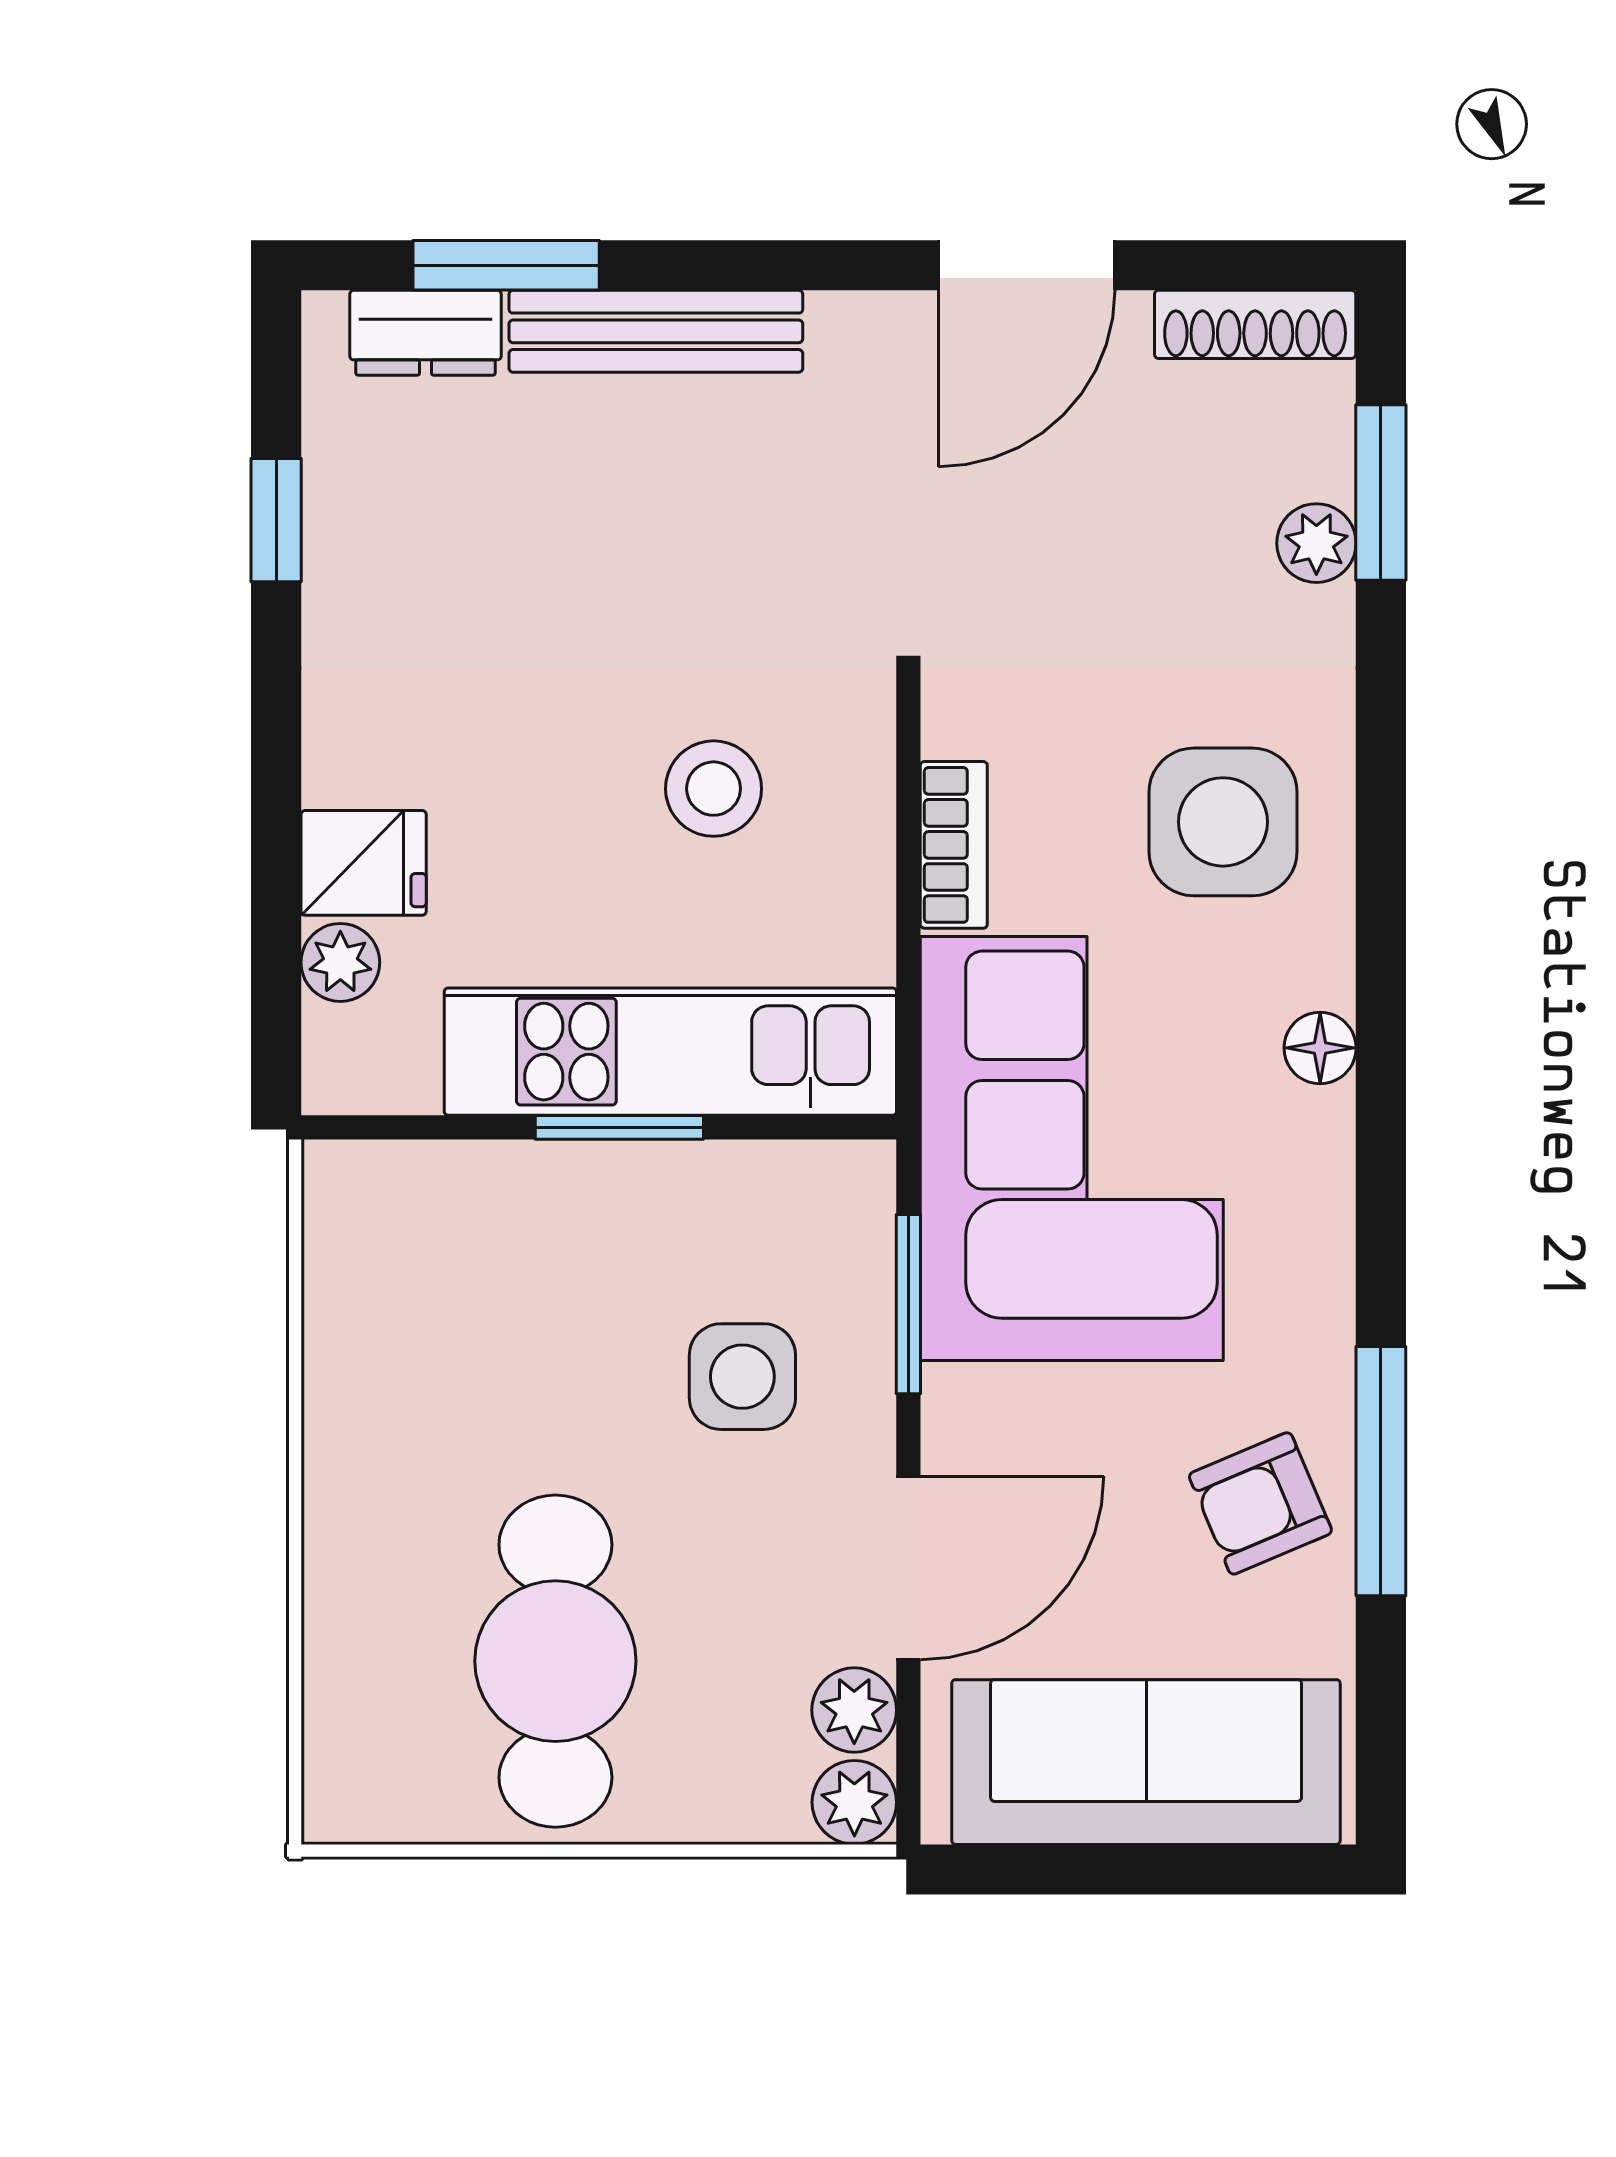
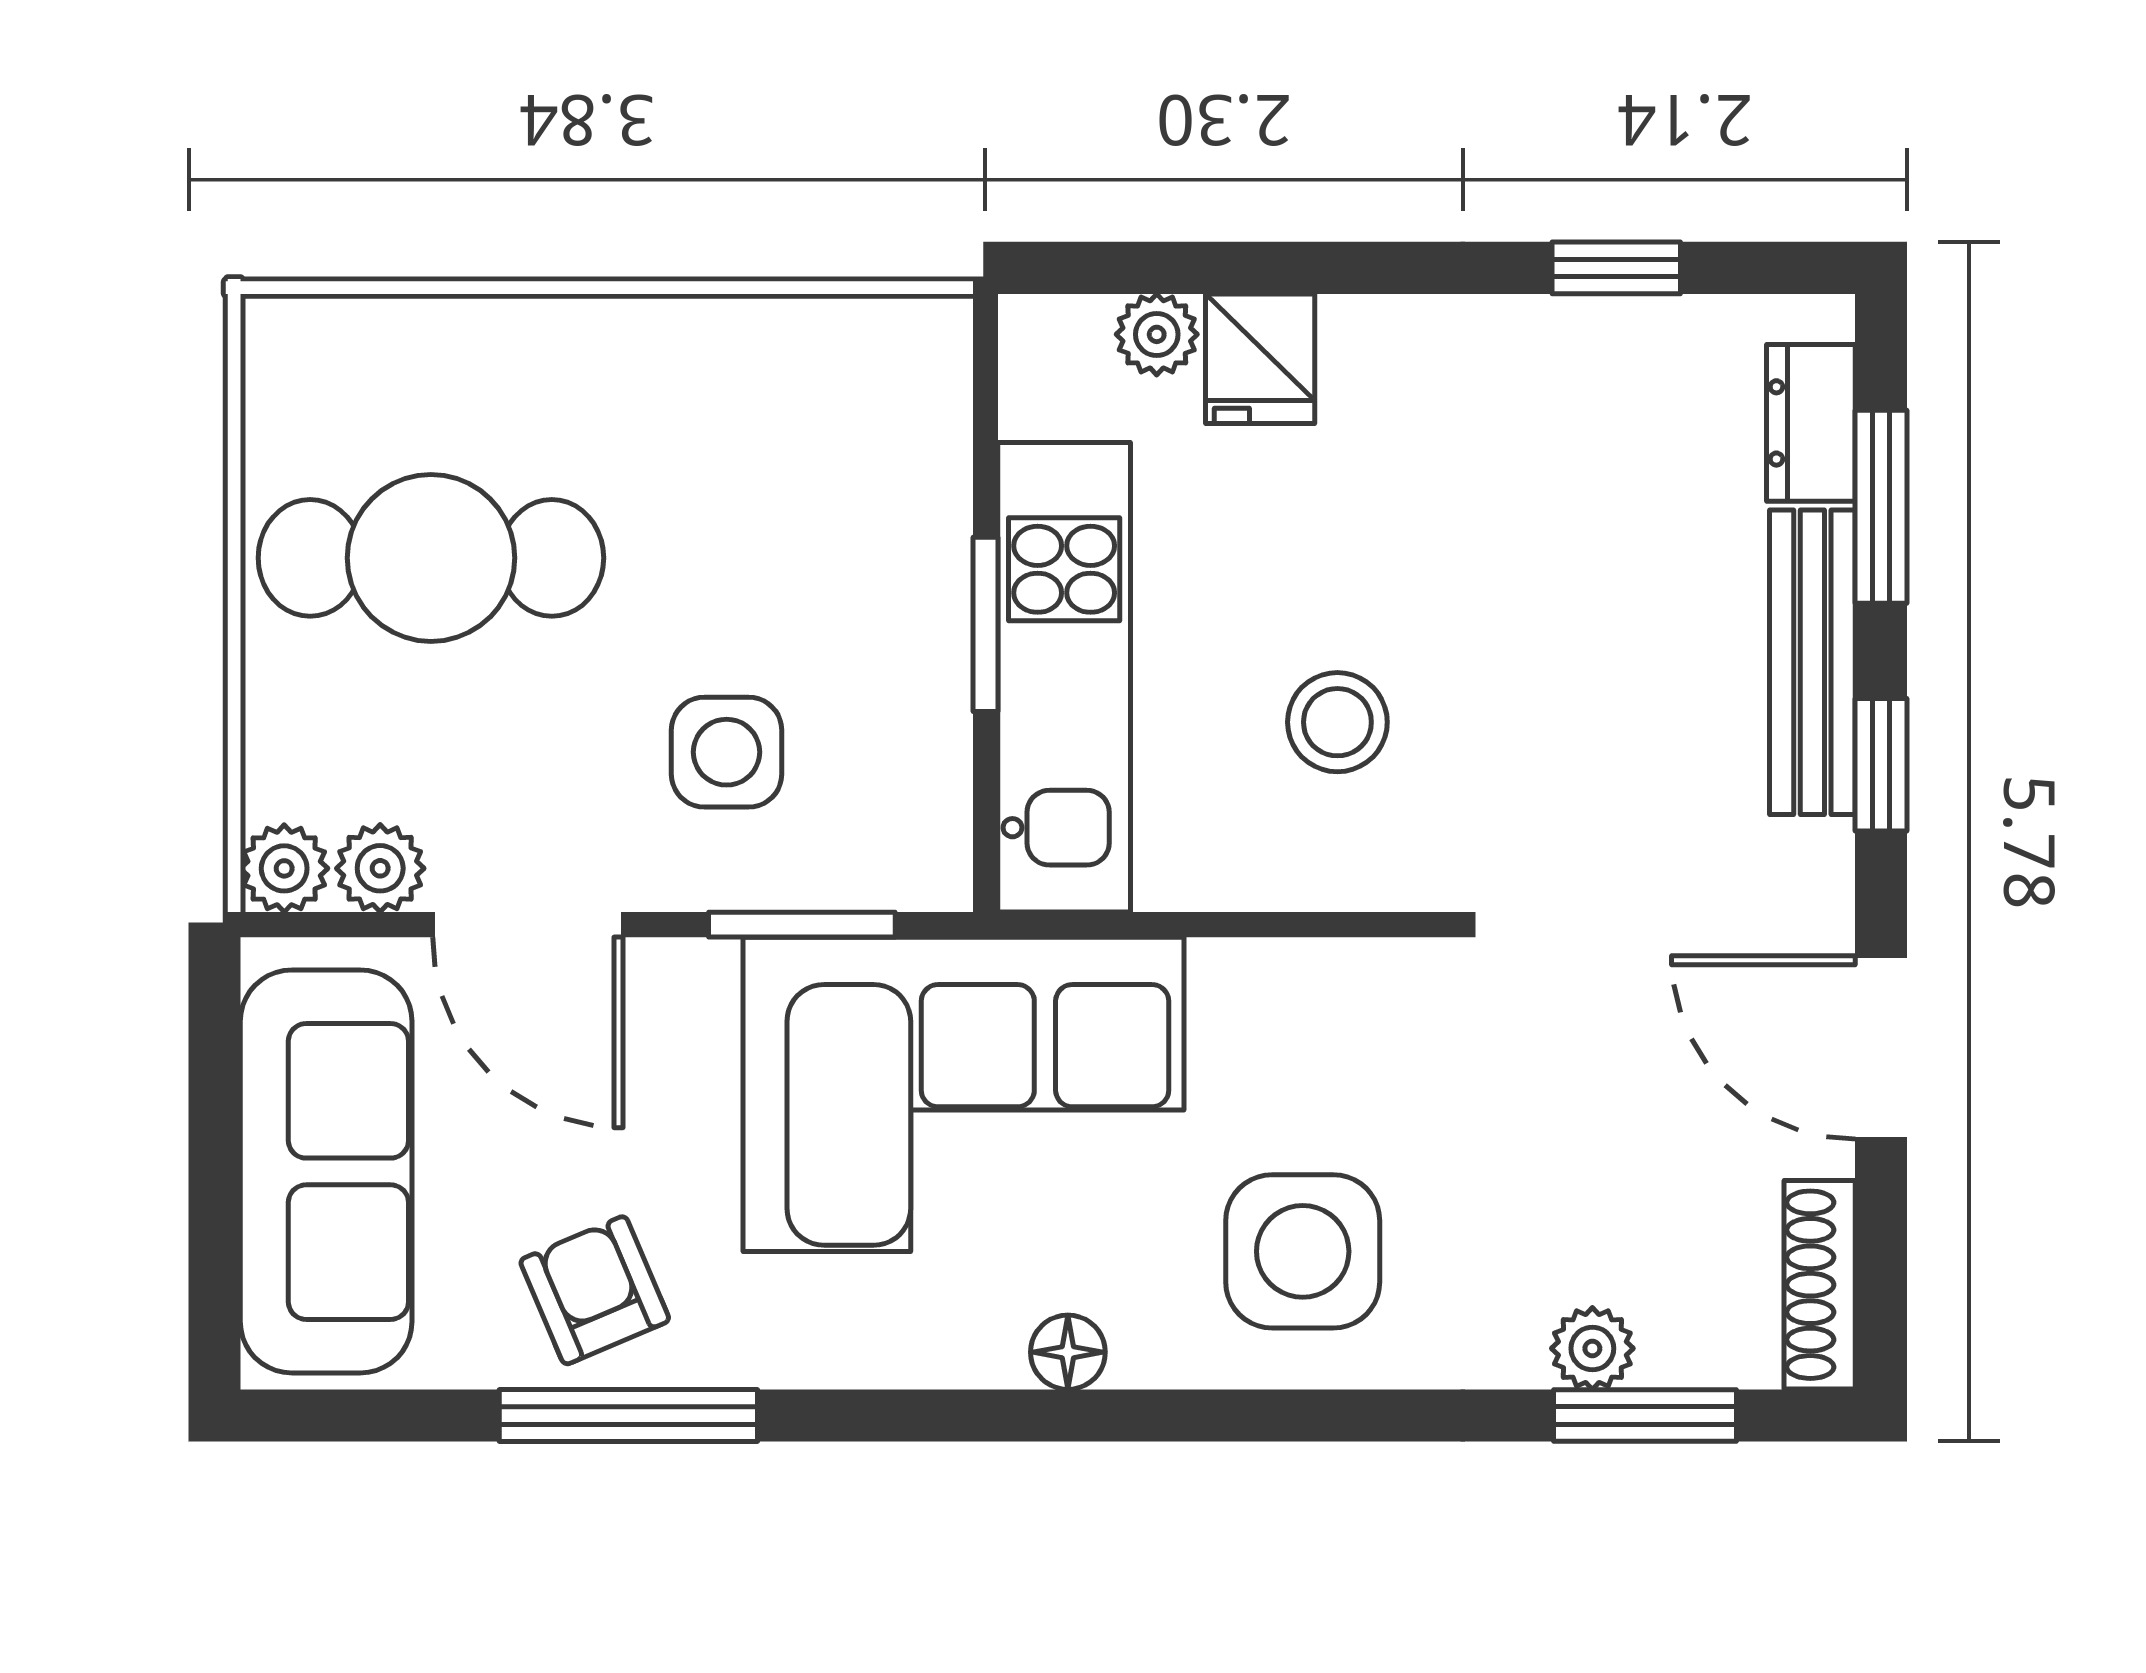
window: (755, 265) -> (1881, 765), added
bookcase: (954, 845) -> (1279, 972), removed

